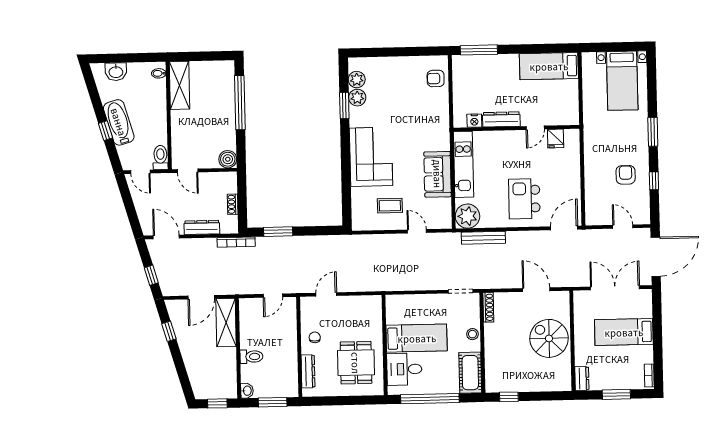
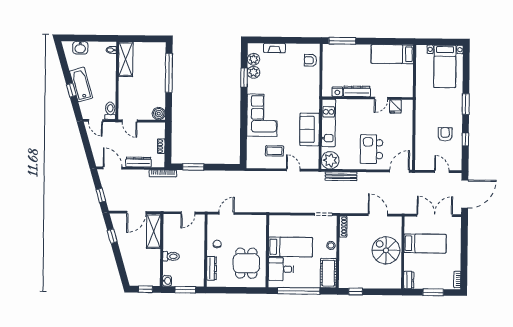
fireplace: (385, 63) -> (274, 48), added
bed: (624, 332) -> (425, 243), moved, turned 180

